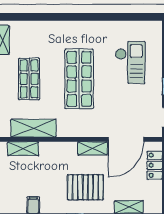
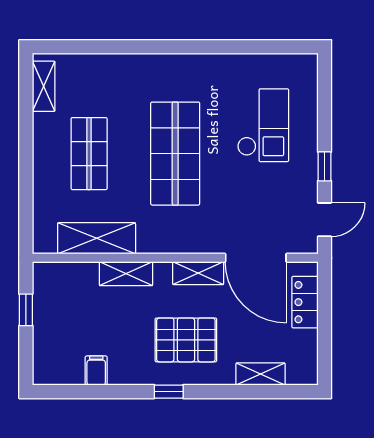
door: (126, 139) -> (256, 258), hinge flipped
shelving: (23, 149) -> (126, 274), moved

